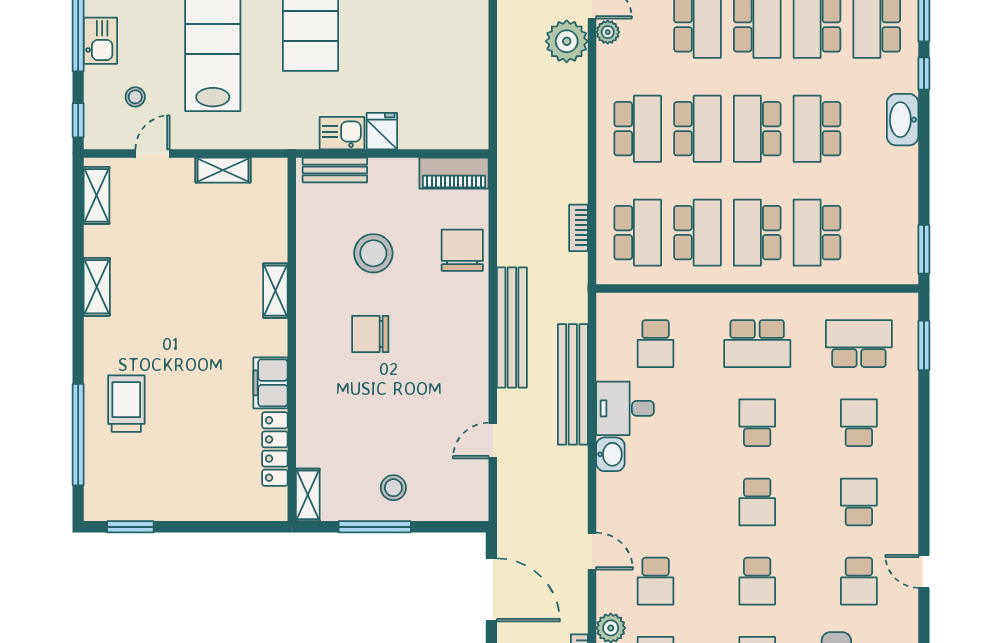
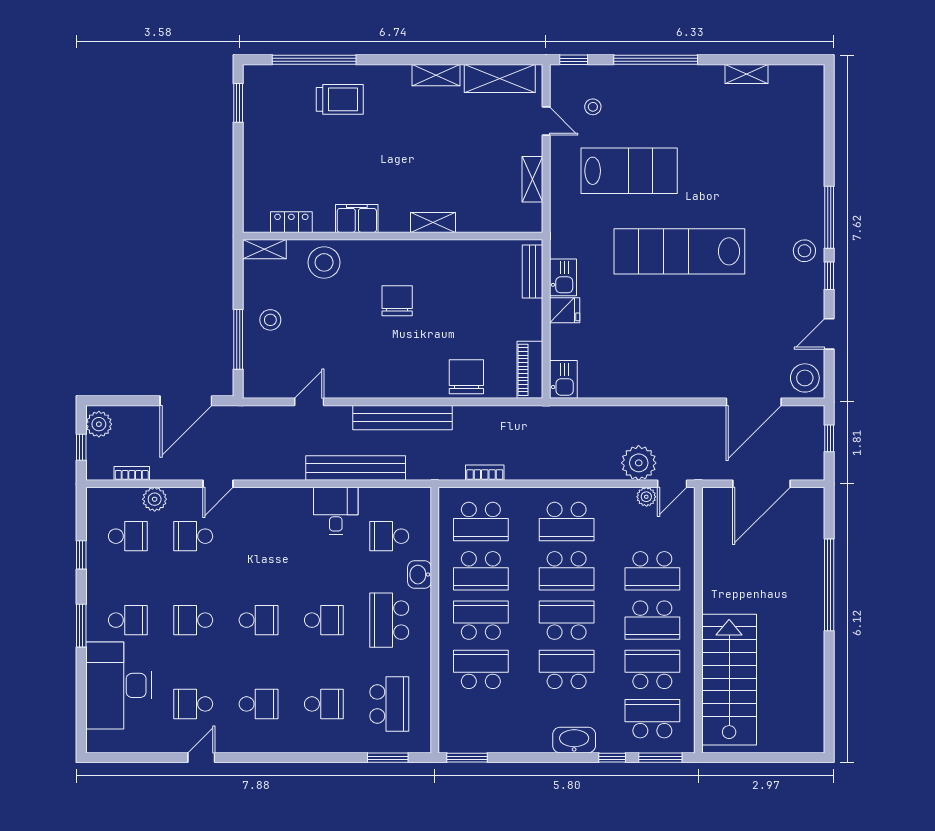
kitchen sink: (100, 41) -> (563, 379), moved, turned -90
shelving: (97, 195) -> (500, 78), width x1.50, depth x1.33
chair: (462, 250) -> (466, 377), turned -90
stool: (373, 253) -> (324, 262), moved
door: (493, 441) -> (309, 402), hinge flipped
locker: (275, 449) -> (291, 222), width x0.66
washbasin: (610, 454) -> (420, 575), moved, turned 90
school desk: (757, 502) -> (259, 620), turned 180
window: (375, 527) -> (238, 339), moved

